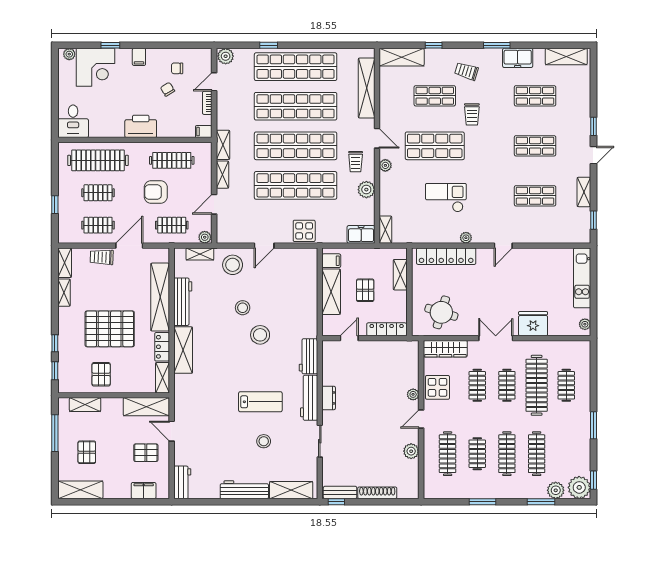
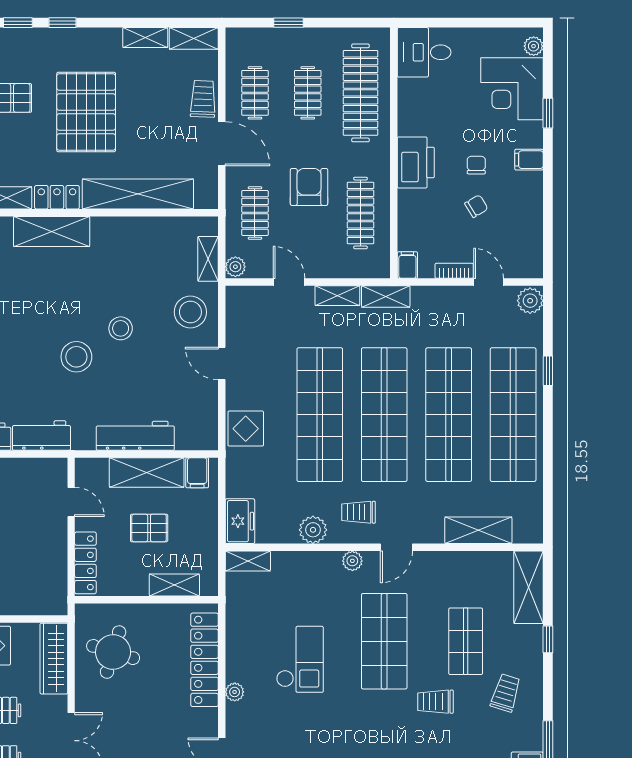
chair: (177, 68) -> (476, 165), moved
shelving: (367, 88) -> (478, 530), width x0.68
workbench: (183, 302) -> (135, 436), moved, turned 180

